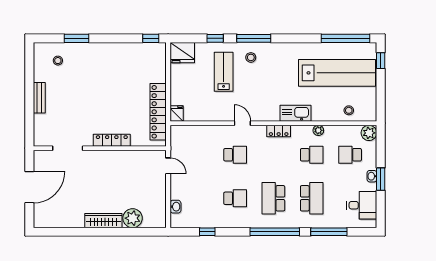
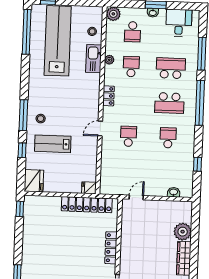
kitchen sink: (295, 113) -> (94, 59), moved

